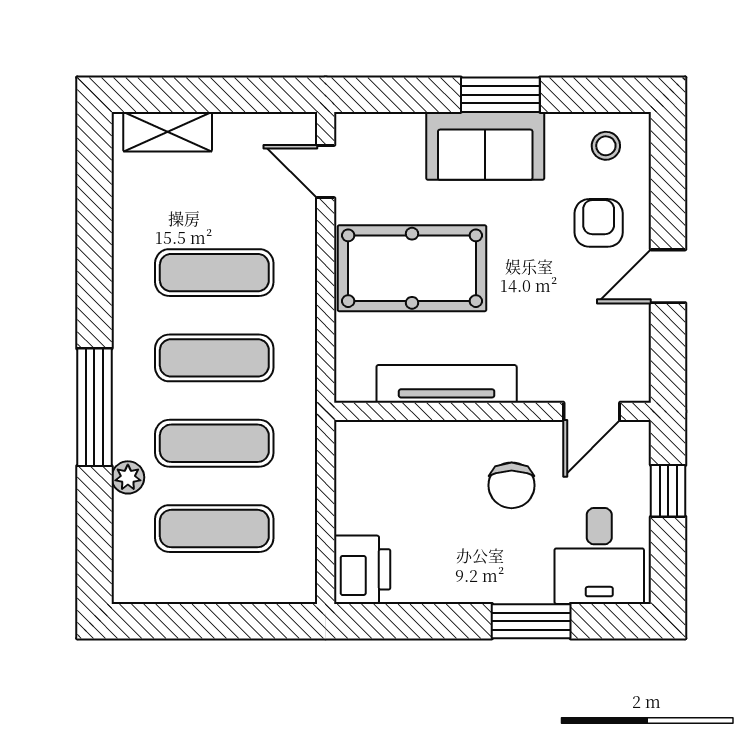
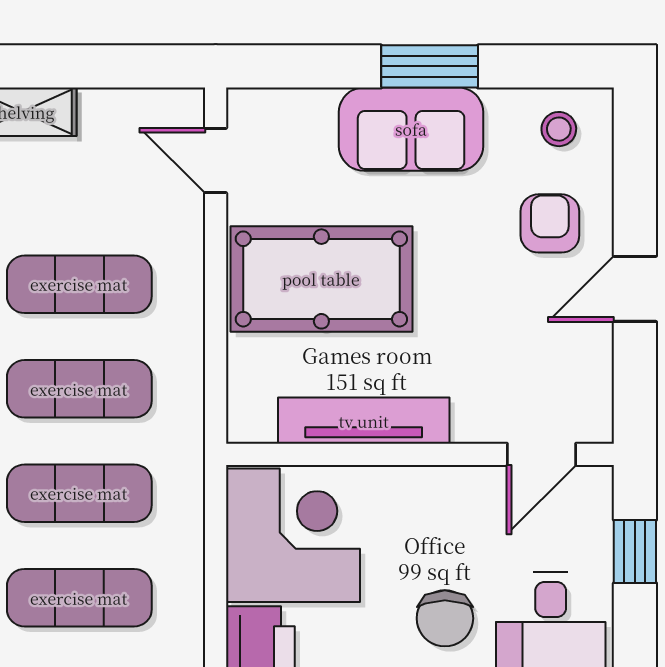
corner desk: (389, 477) -> (293, 535), added
chair: (512, 485) -> (445, 618), moved

